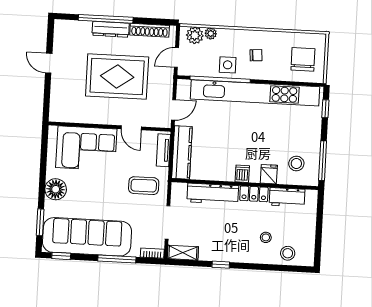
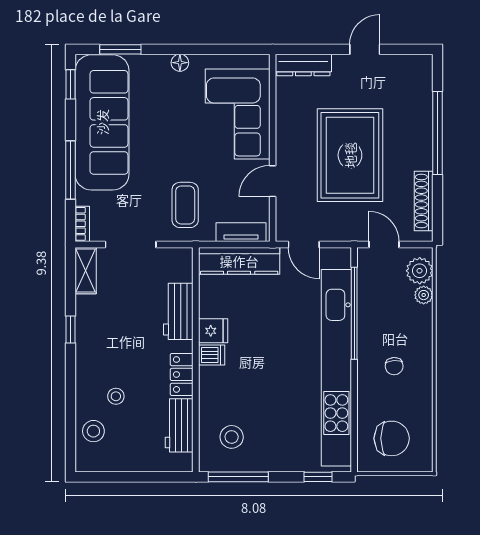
dresser: (111, 29) -> (303, 65), moved, turned -90
side table: (228, 65) -> (377, 323), removed
fridge: (269, 174) -> (213, 331), moved
floor lamp: (56, 189) -> (180, 63), width x0.53, depth x0.53
workbench: (213, 194) -> (178, 311), width x0.73

